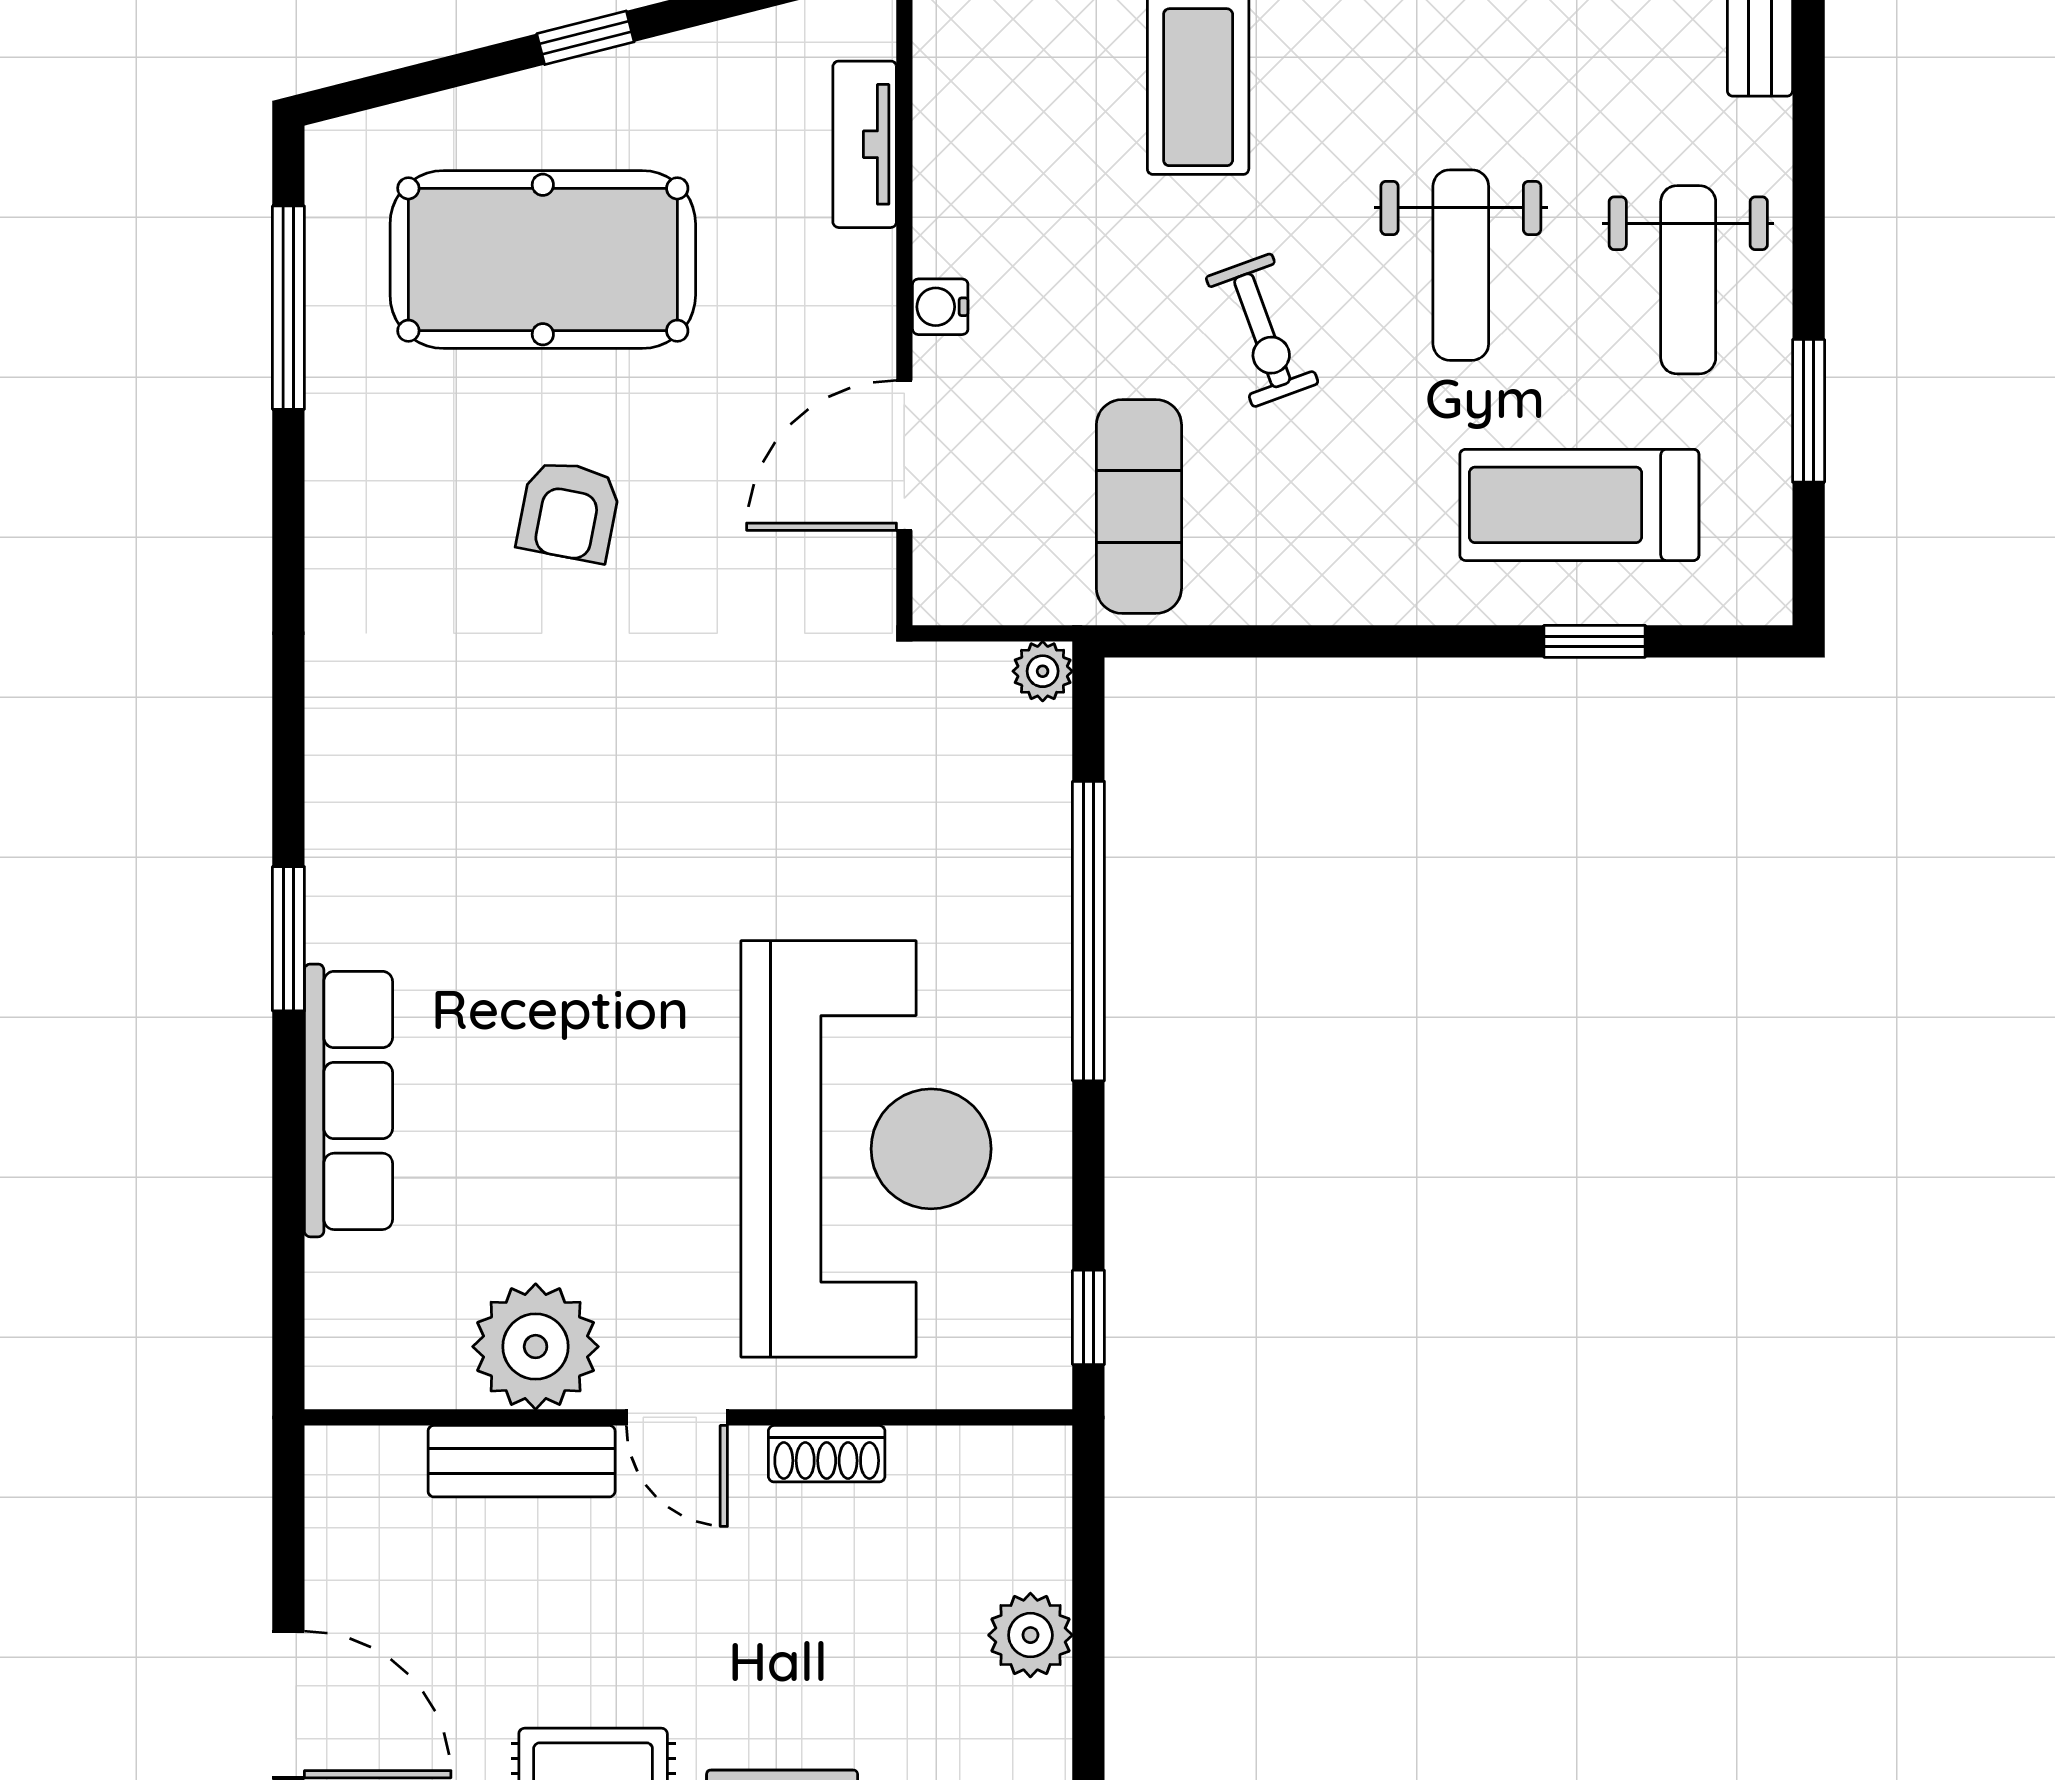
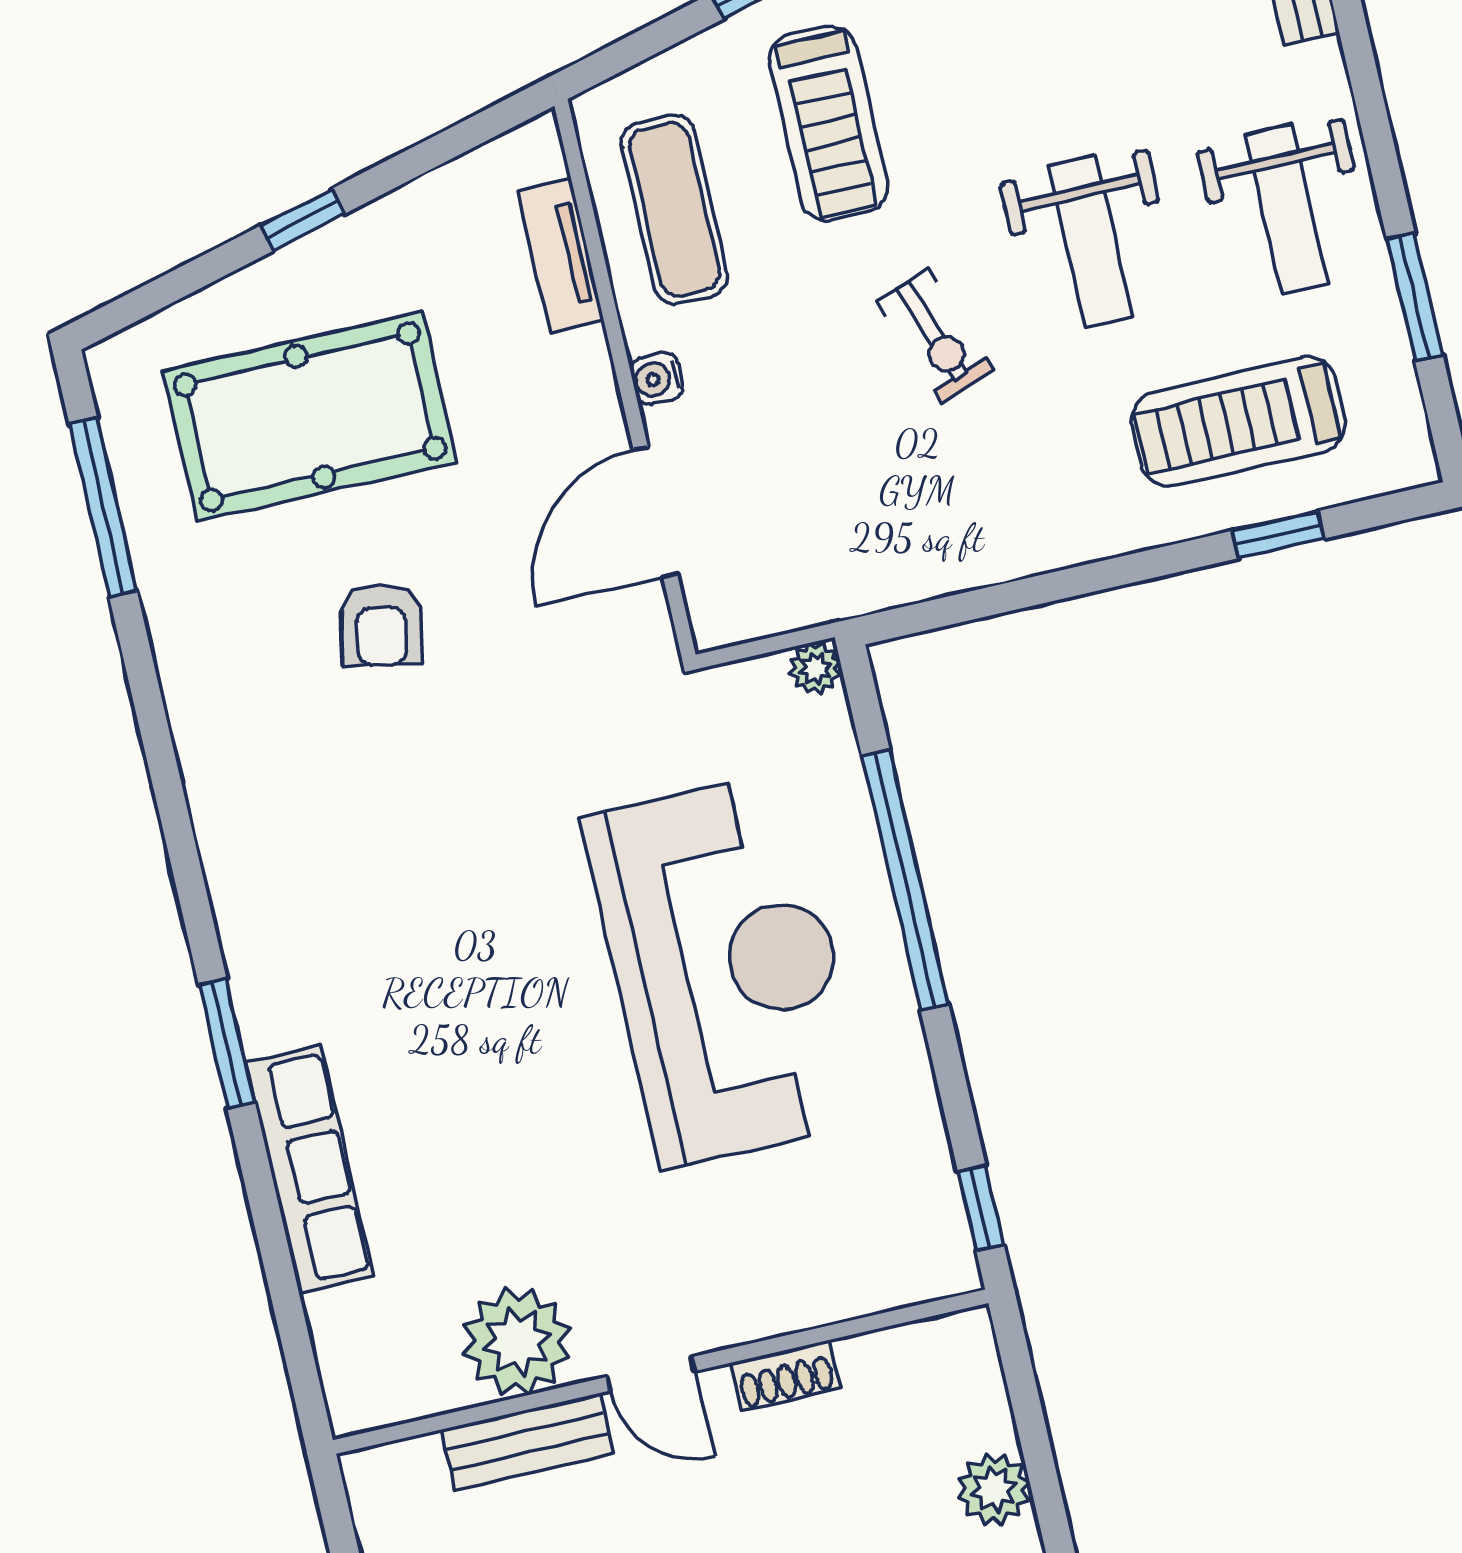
exercise mat: (1139, 506) -> (674, 209), moved
reception desk: (866, 1149) -> (726, 970), moved

